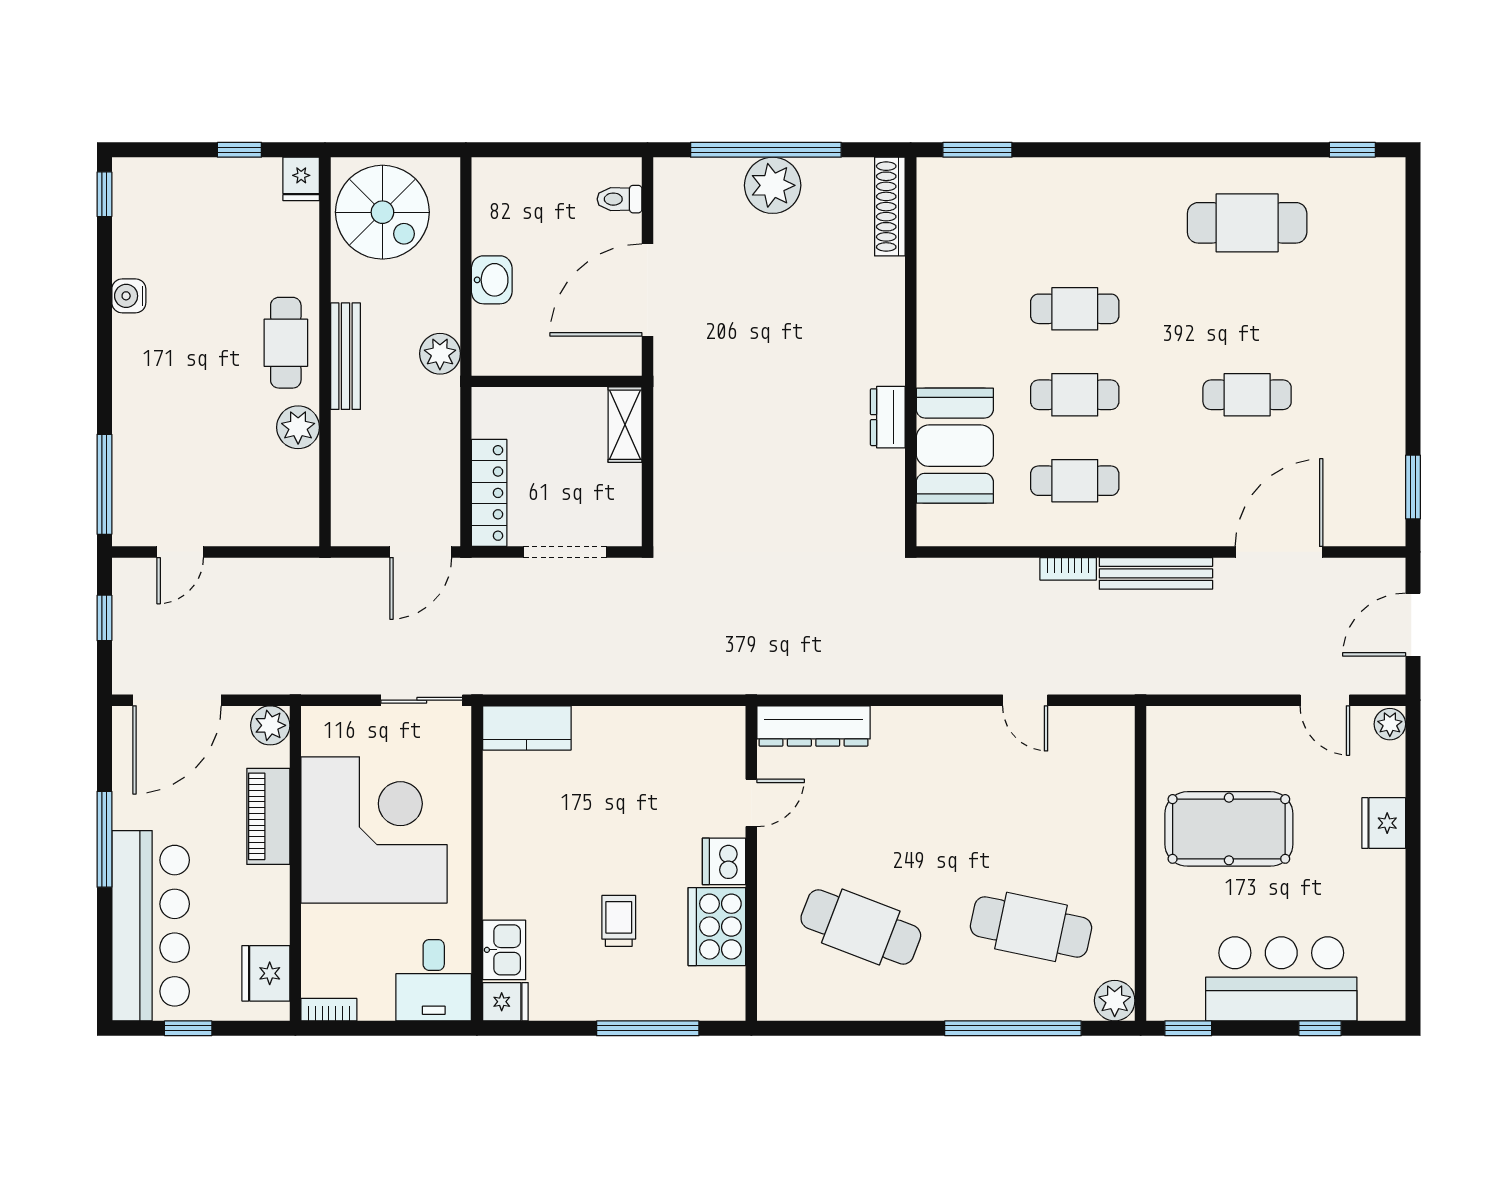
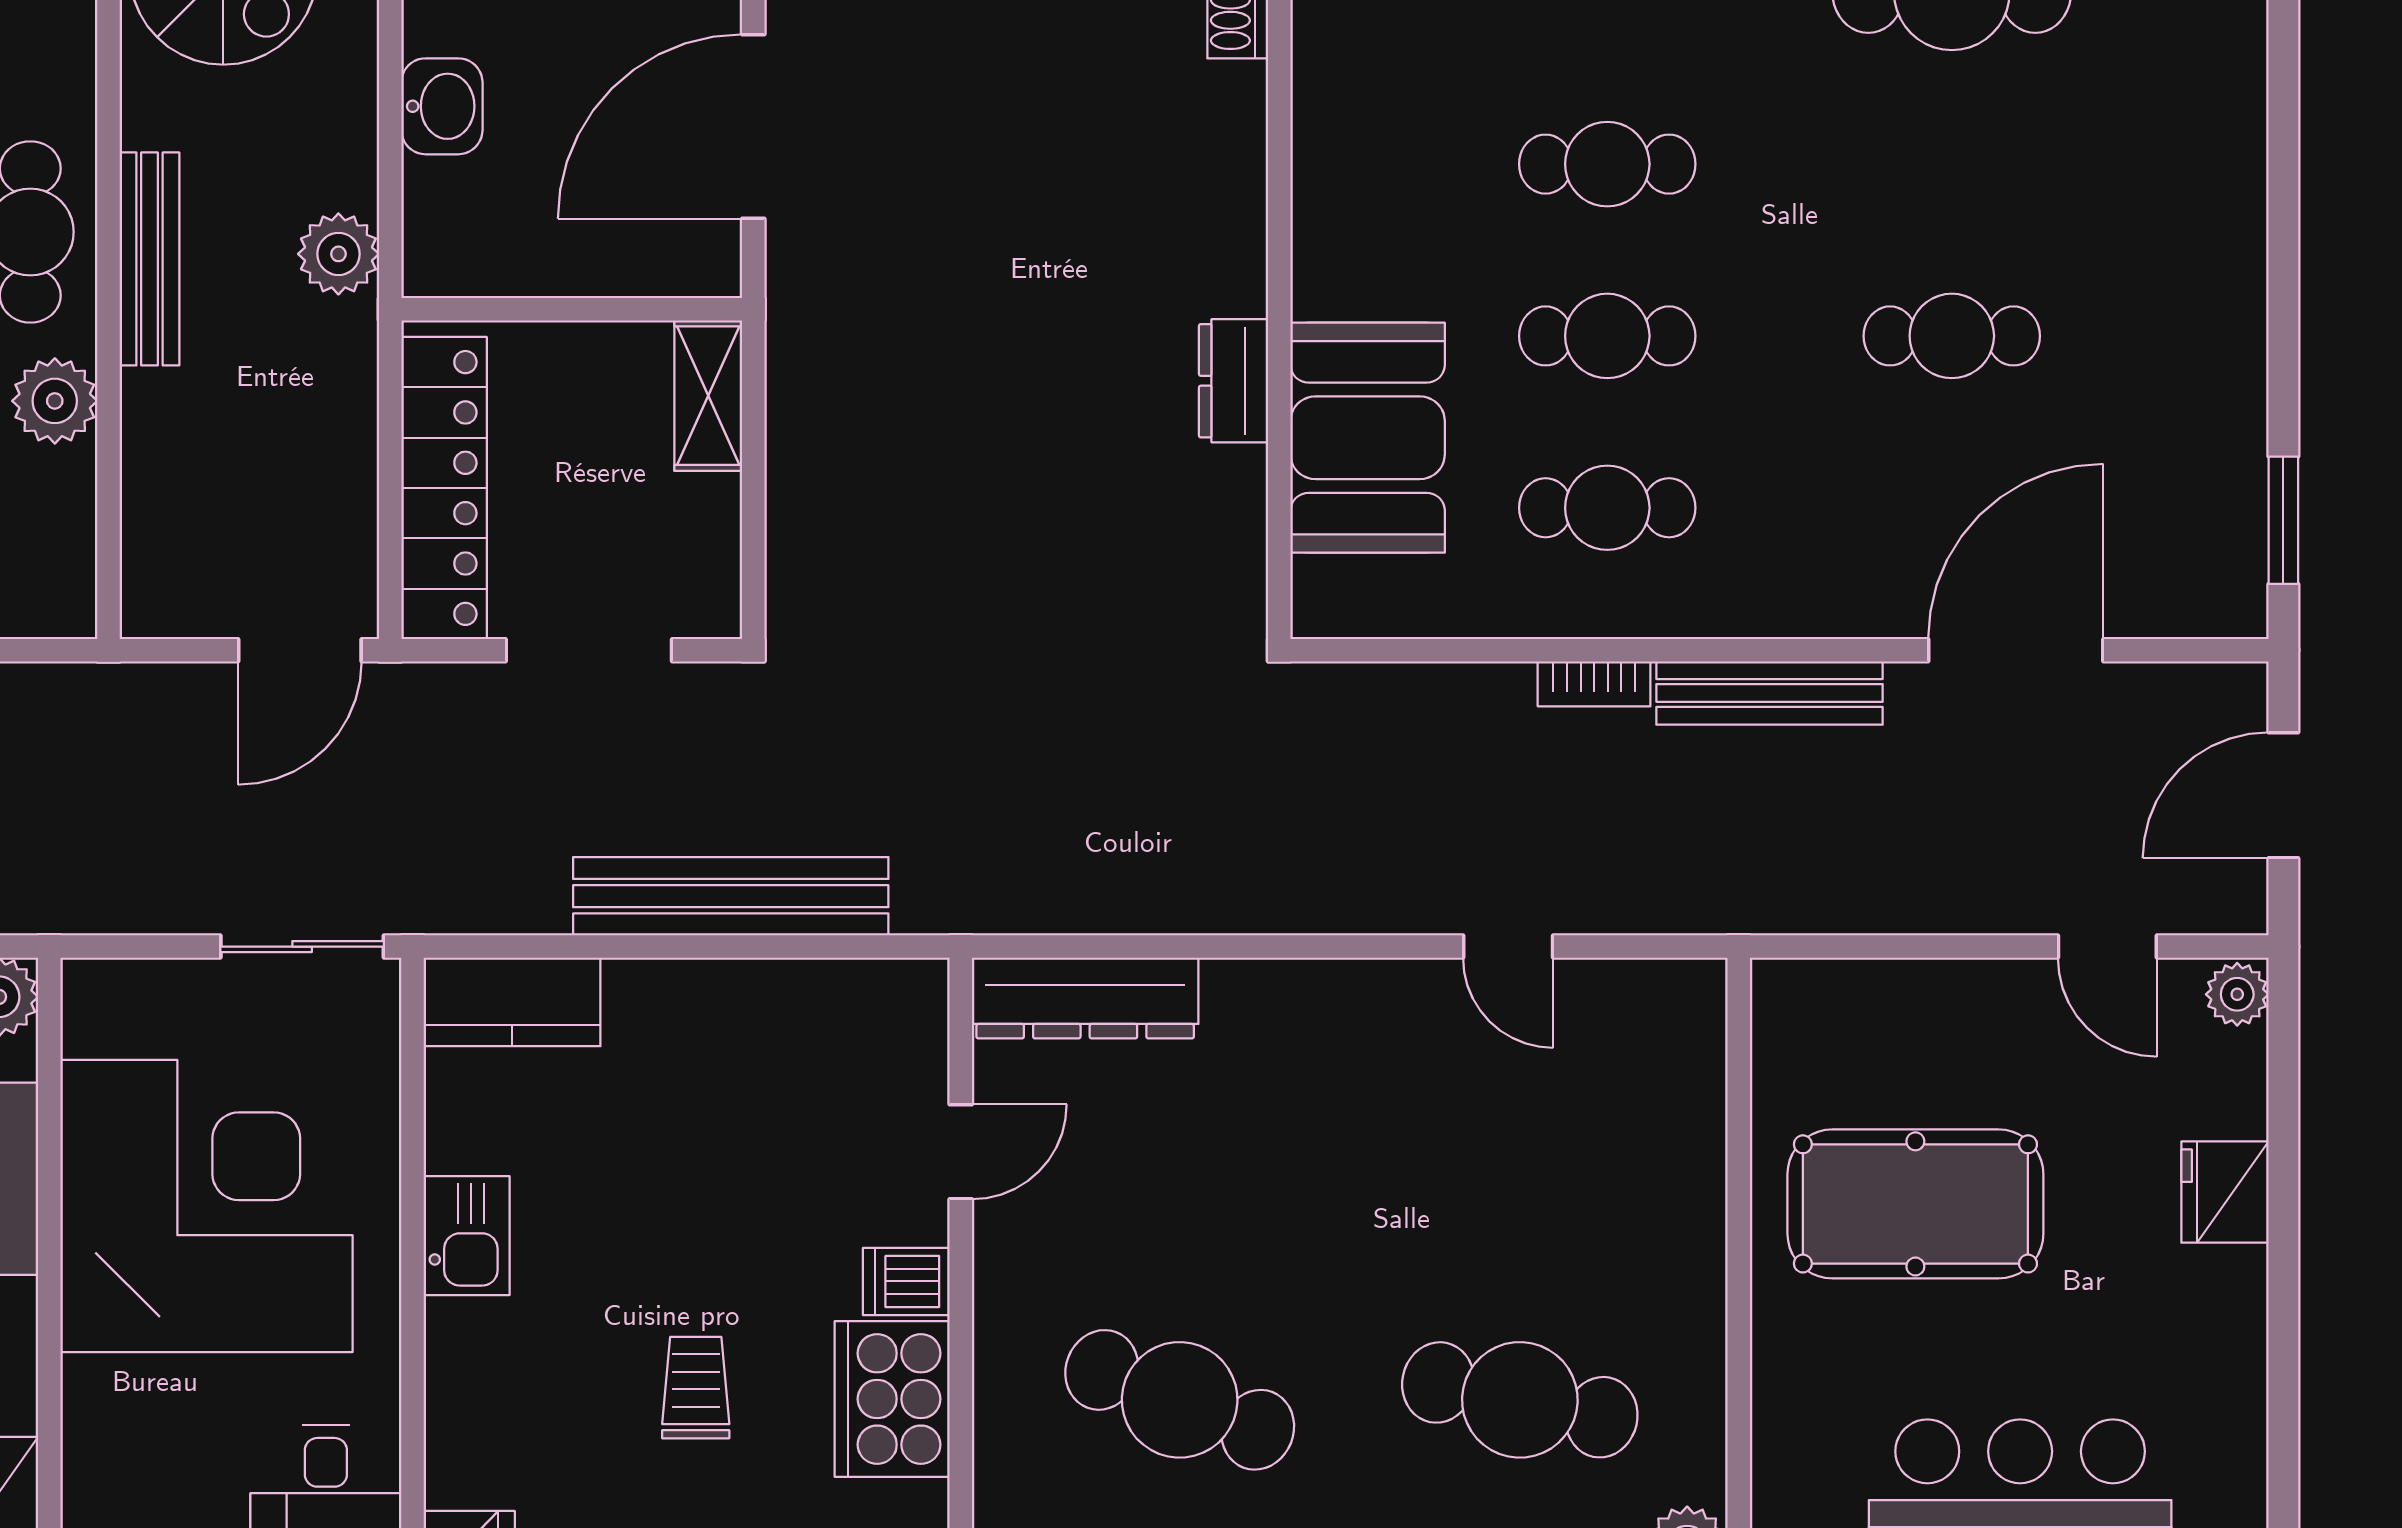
locker: (489, 493) -> (444, 488), width x1.41, depth x1.21
bench: (636, 675) -> (731, 896), added
dishwasher: (724, 861) -> (906, 1281), width x0.73
kitchen sink: (504, 950) -> (467, 1236), moved

